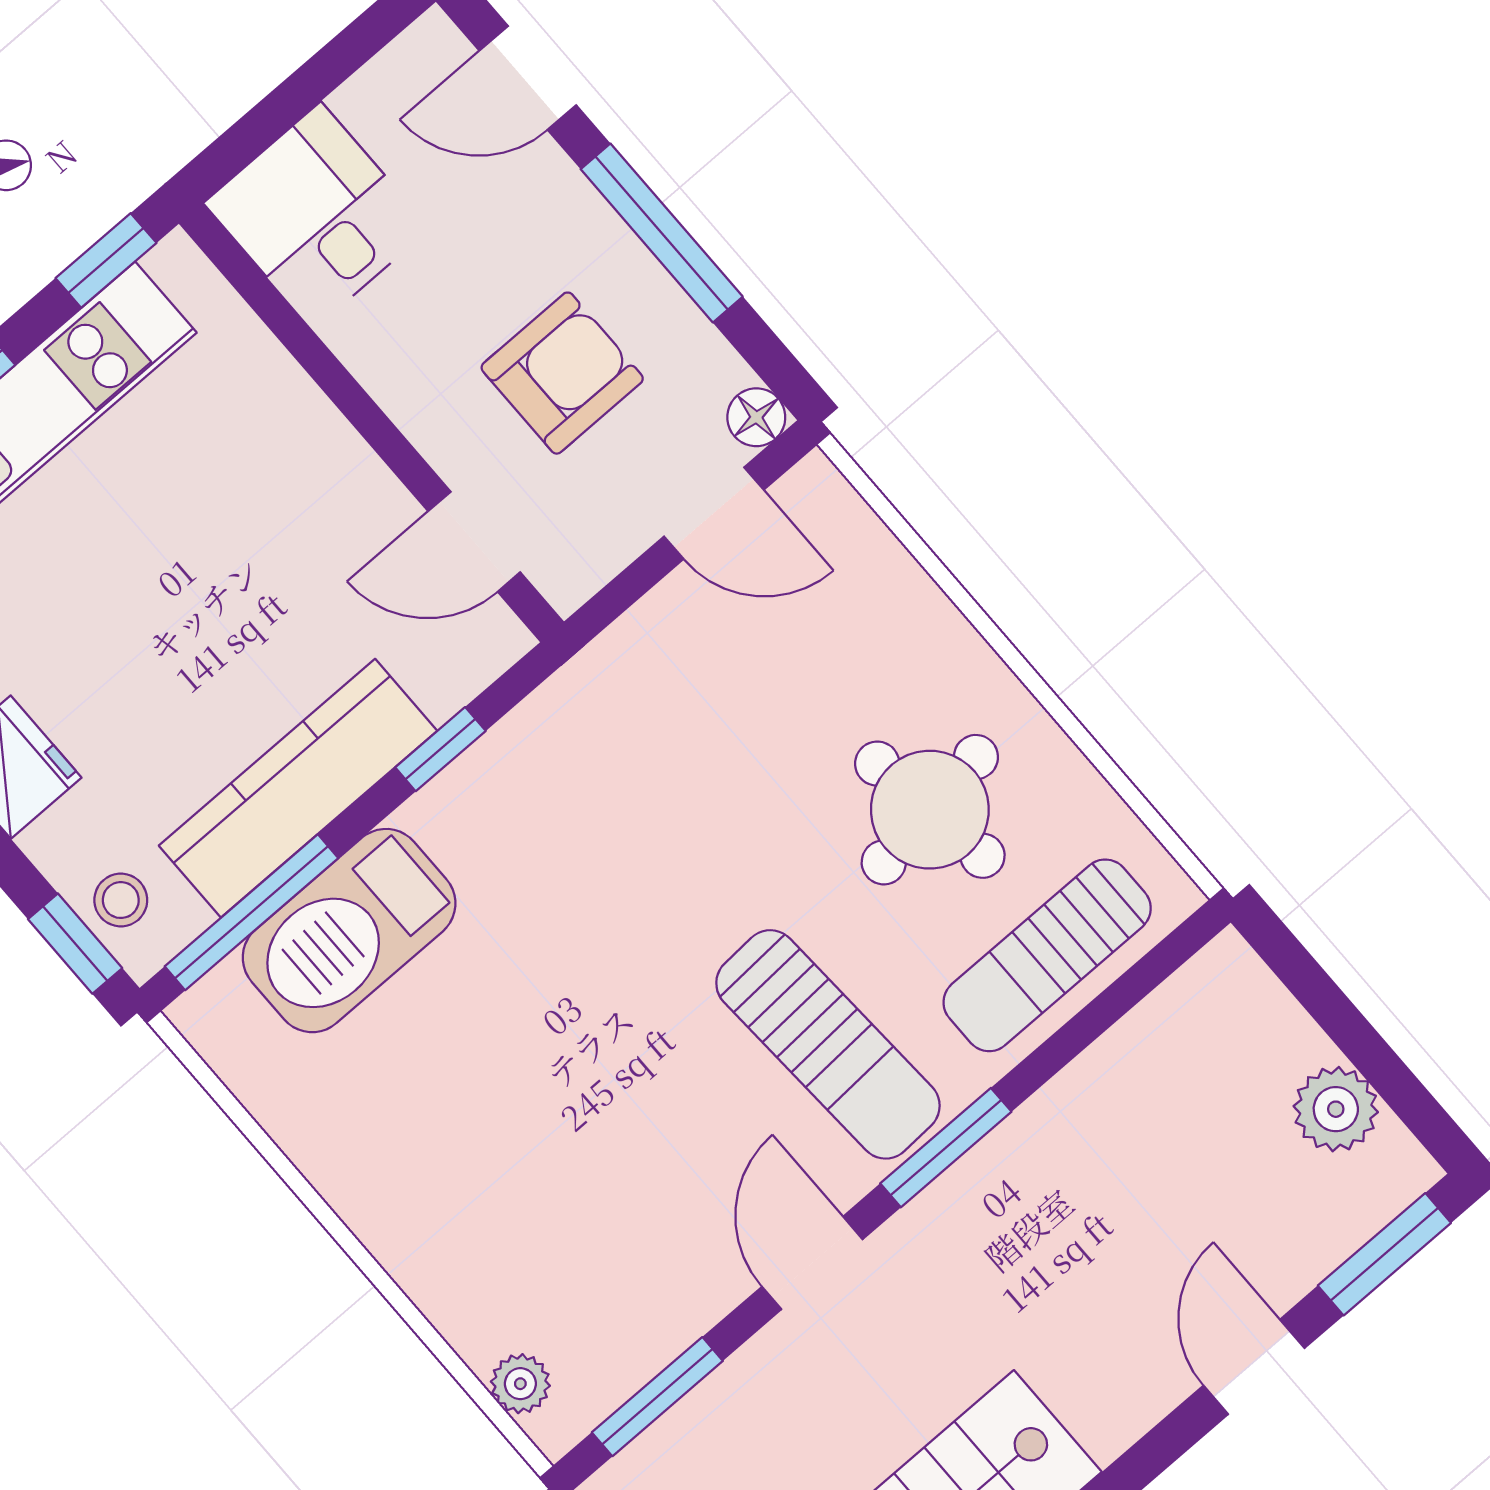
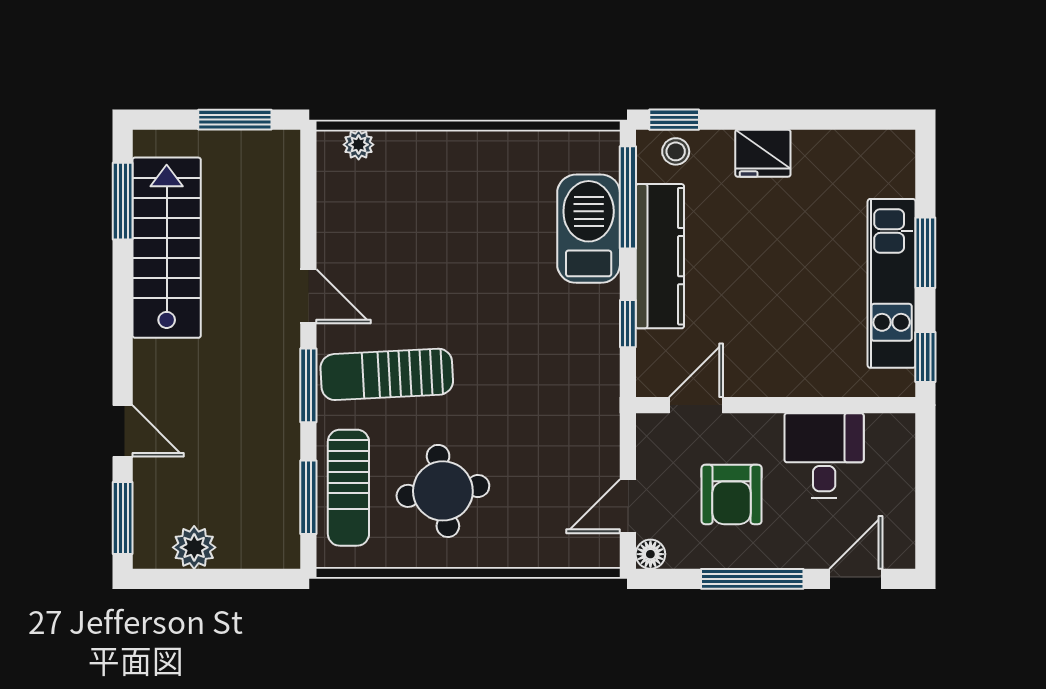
desk: (317, 216) -> (824, 456), moved, turned -90
sun lounger: (1047, 955) -> (348, 488), turned 180
window: (657, 1397) -> (308, 497), moved

